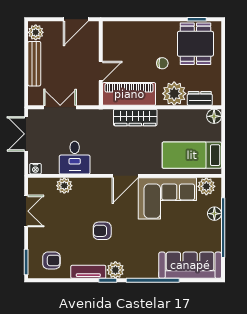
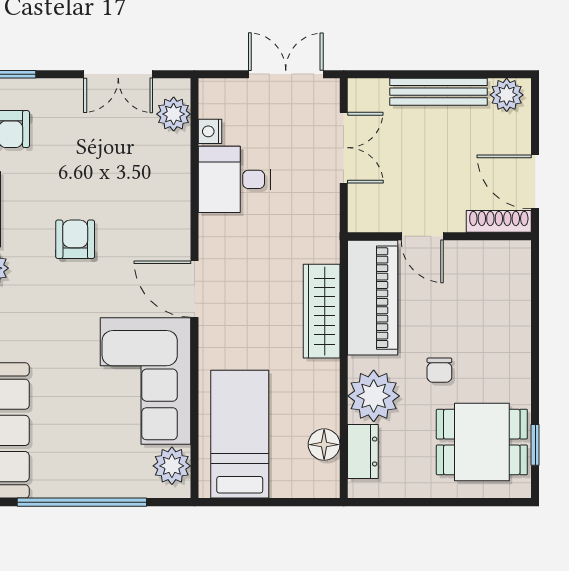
shoe rack: (94, 36) -> (499, 221), added
floor lamp: (214, 116) -> (324, 445), moved
nightstand: (35, 169) -> (210, 131), moved
plant: (64, 186) -> (174, 114), moved
floor lamp: (214, 214) -> (113, 483), removed

